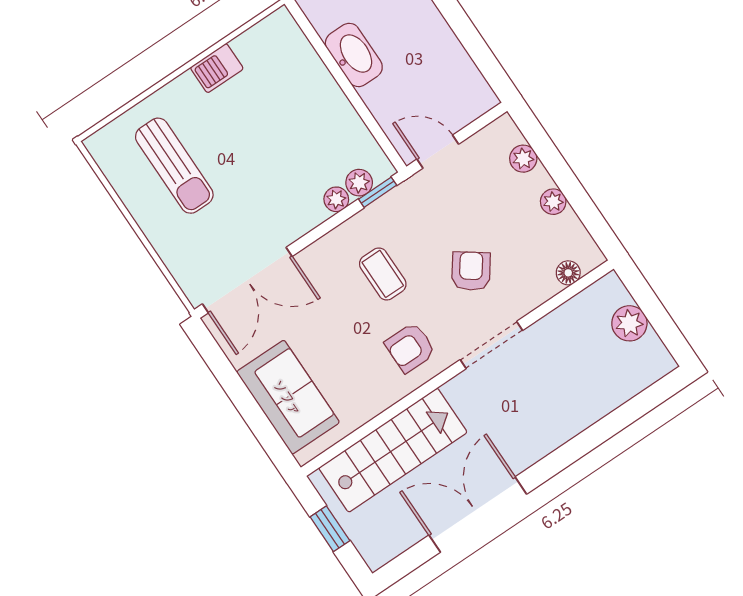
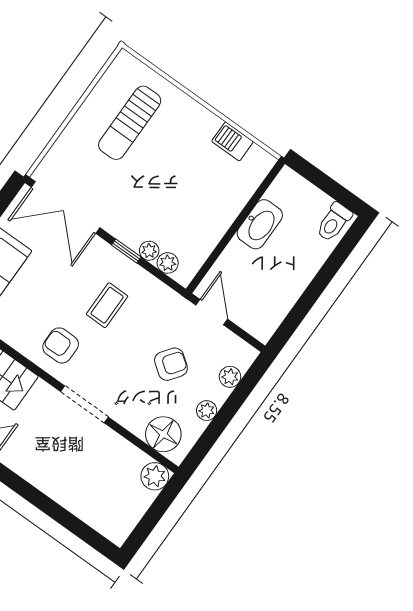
barbecue: (217, 68) -> (232, 141), moved
window: (378, 192) -> (126, 251), moved
armchair: (471, 271) -> (171, 364), moved
floor lamp: (568, 273) -> (163, 434), width x1.89, depth x1.89
plant: (629, 323) -> (155, 476), moved

